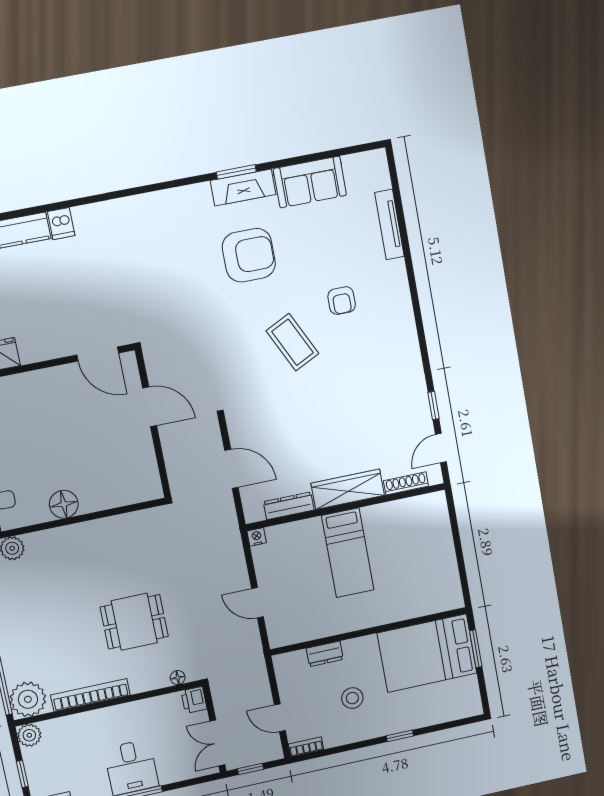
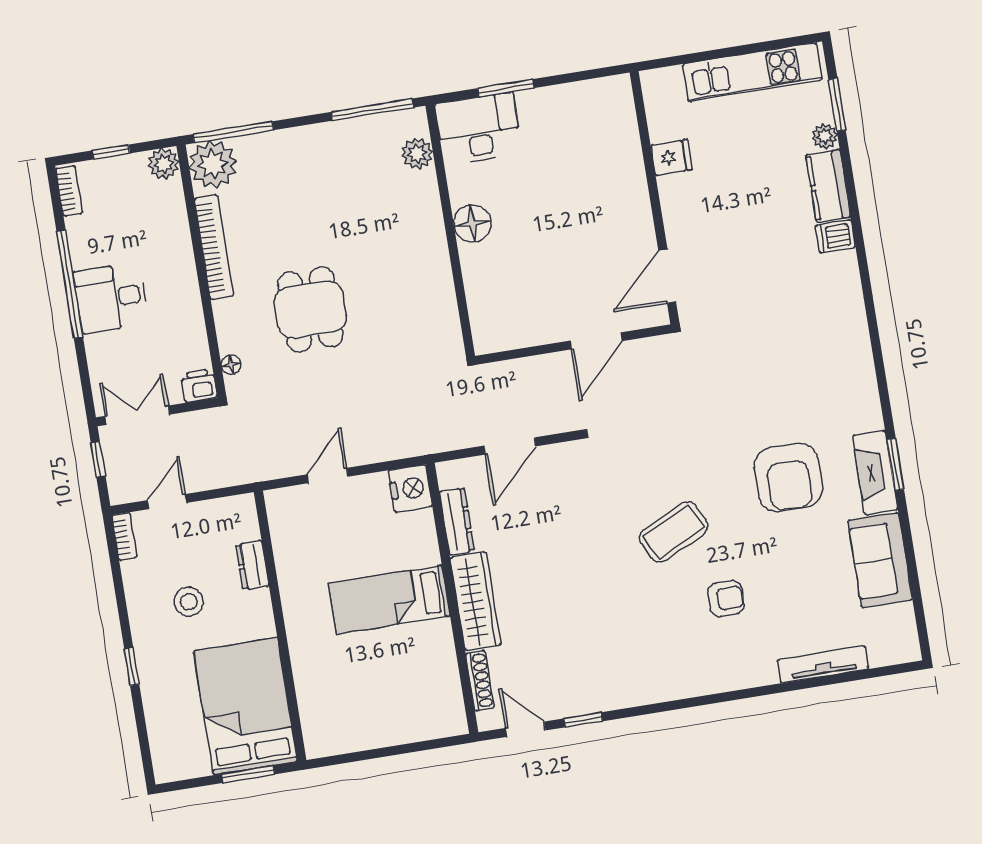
armchair: (342, 301) -> (726, 599), turned 180
nightstand: (257, 537) -> (410, 488), width x1.89, depth x1.79

